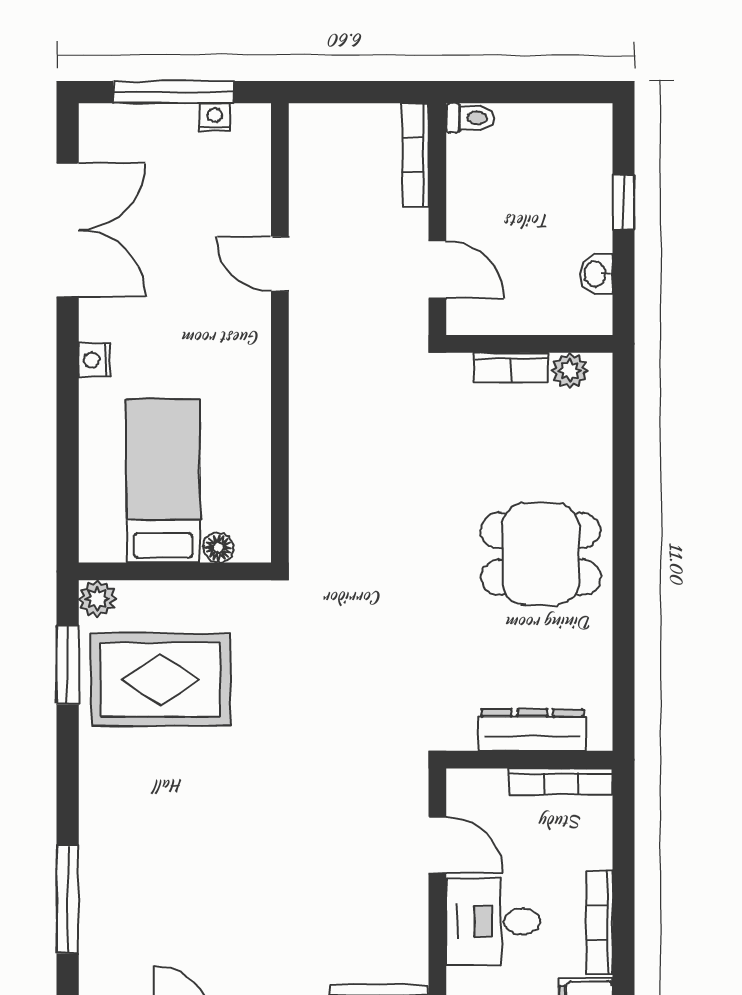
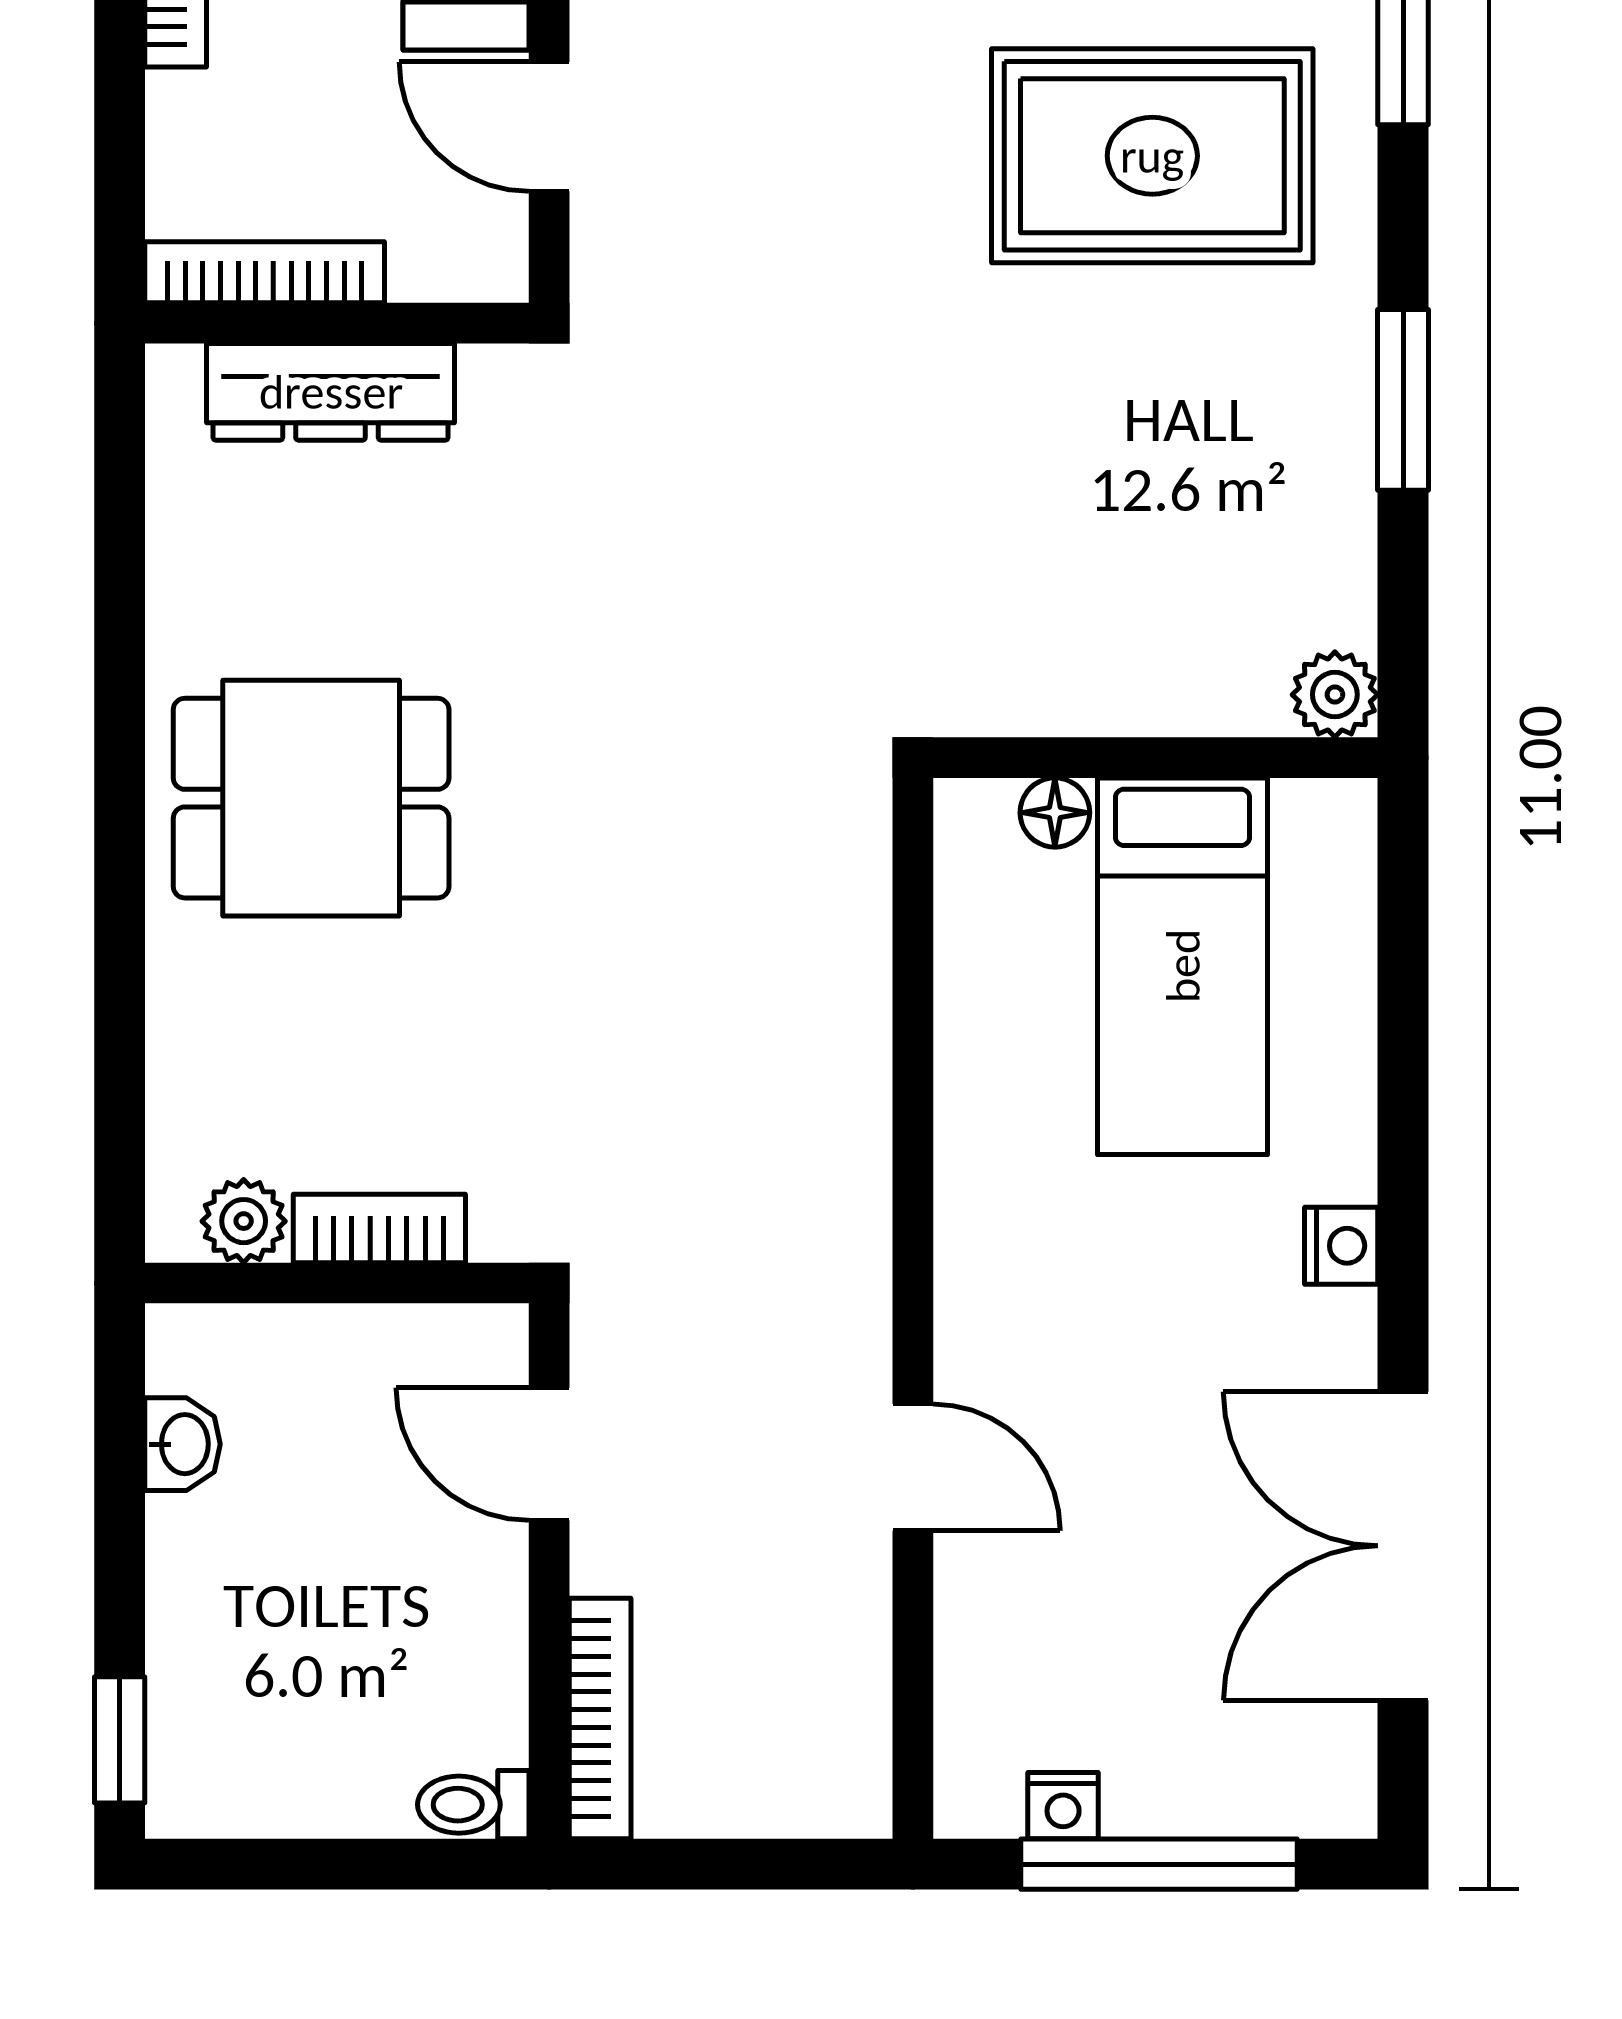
window: (624, 202) -> (120, 1740), moved
window: (68, 665) -> (1403, 400), moved
rug: (161, 680) -> (1152, 156), moved

